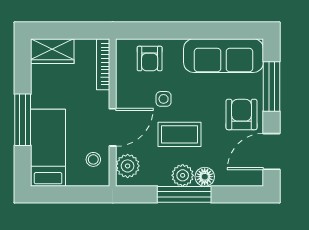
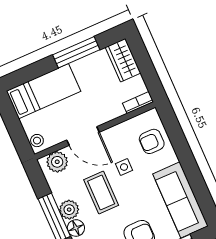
bookcase: (103, 64) -> (138, 103), width x0.64
window: (23, 120) -> (76, 52), moved
stool: (93, 159) -> (37, 141), moved

